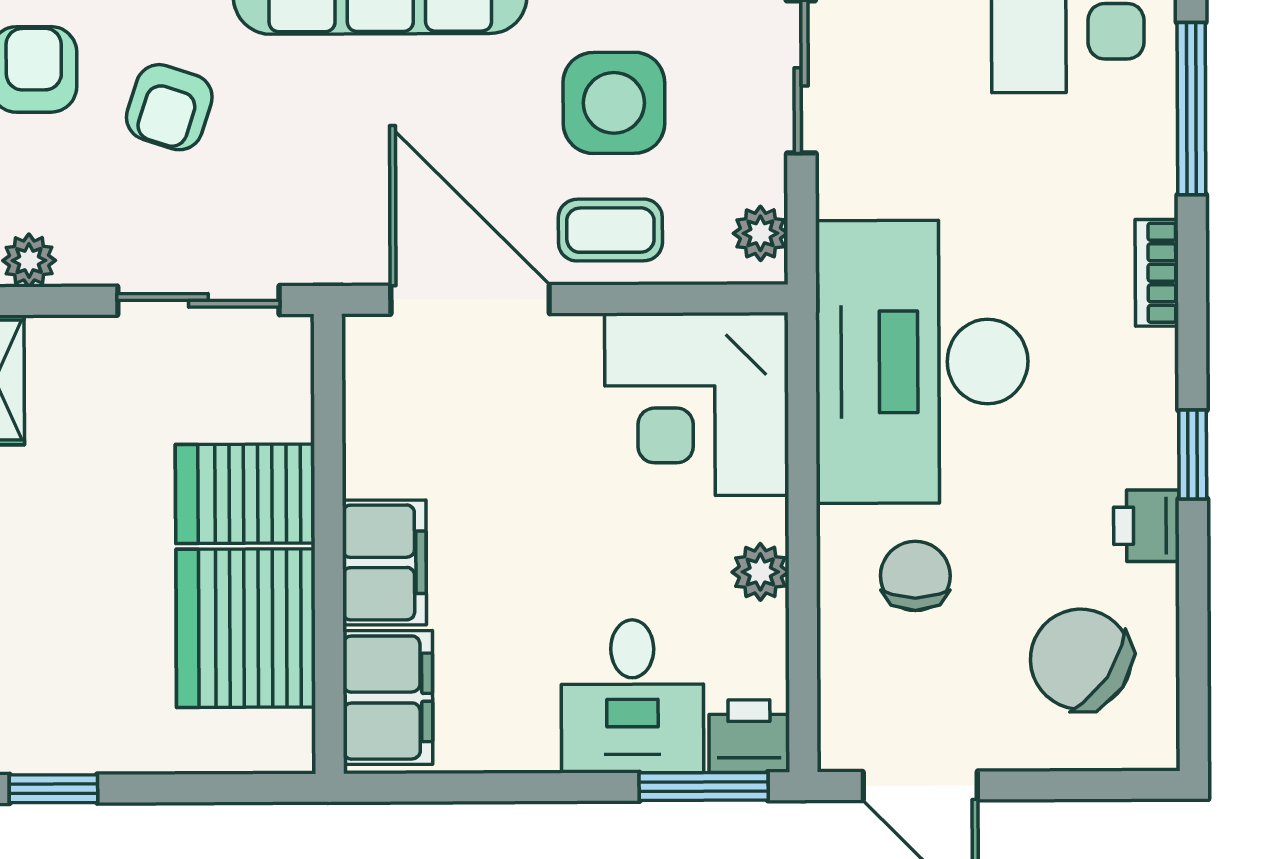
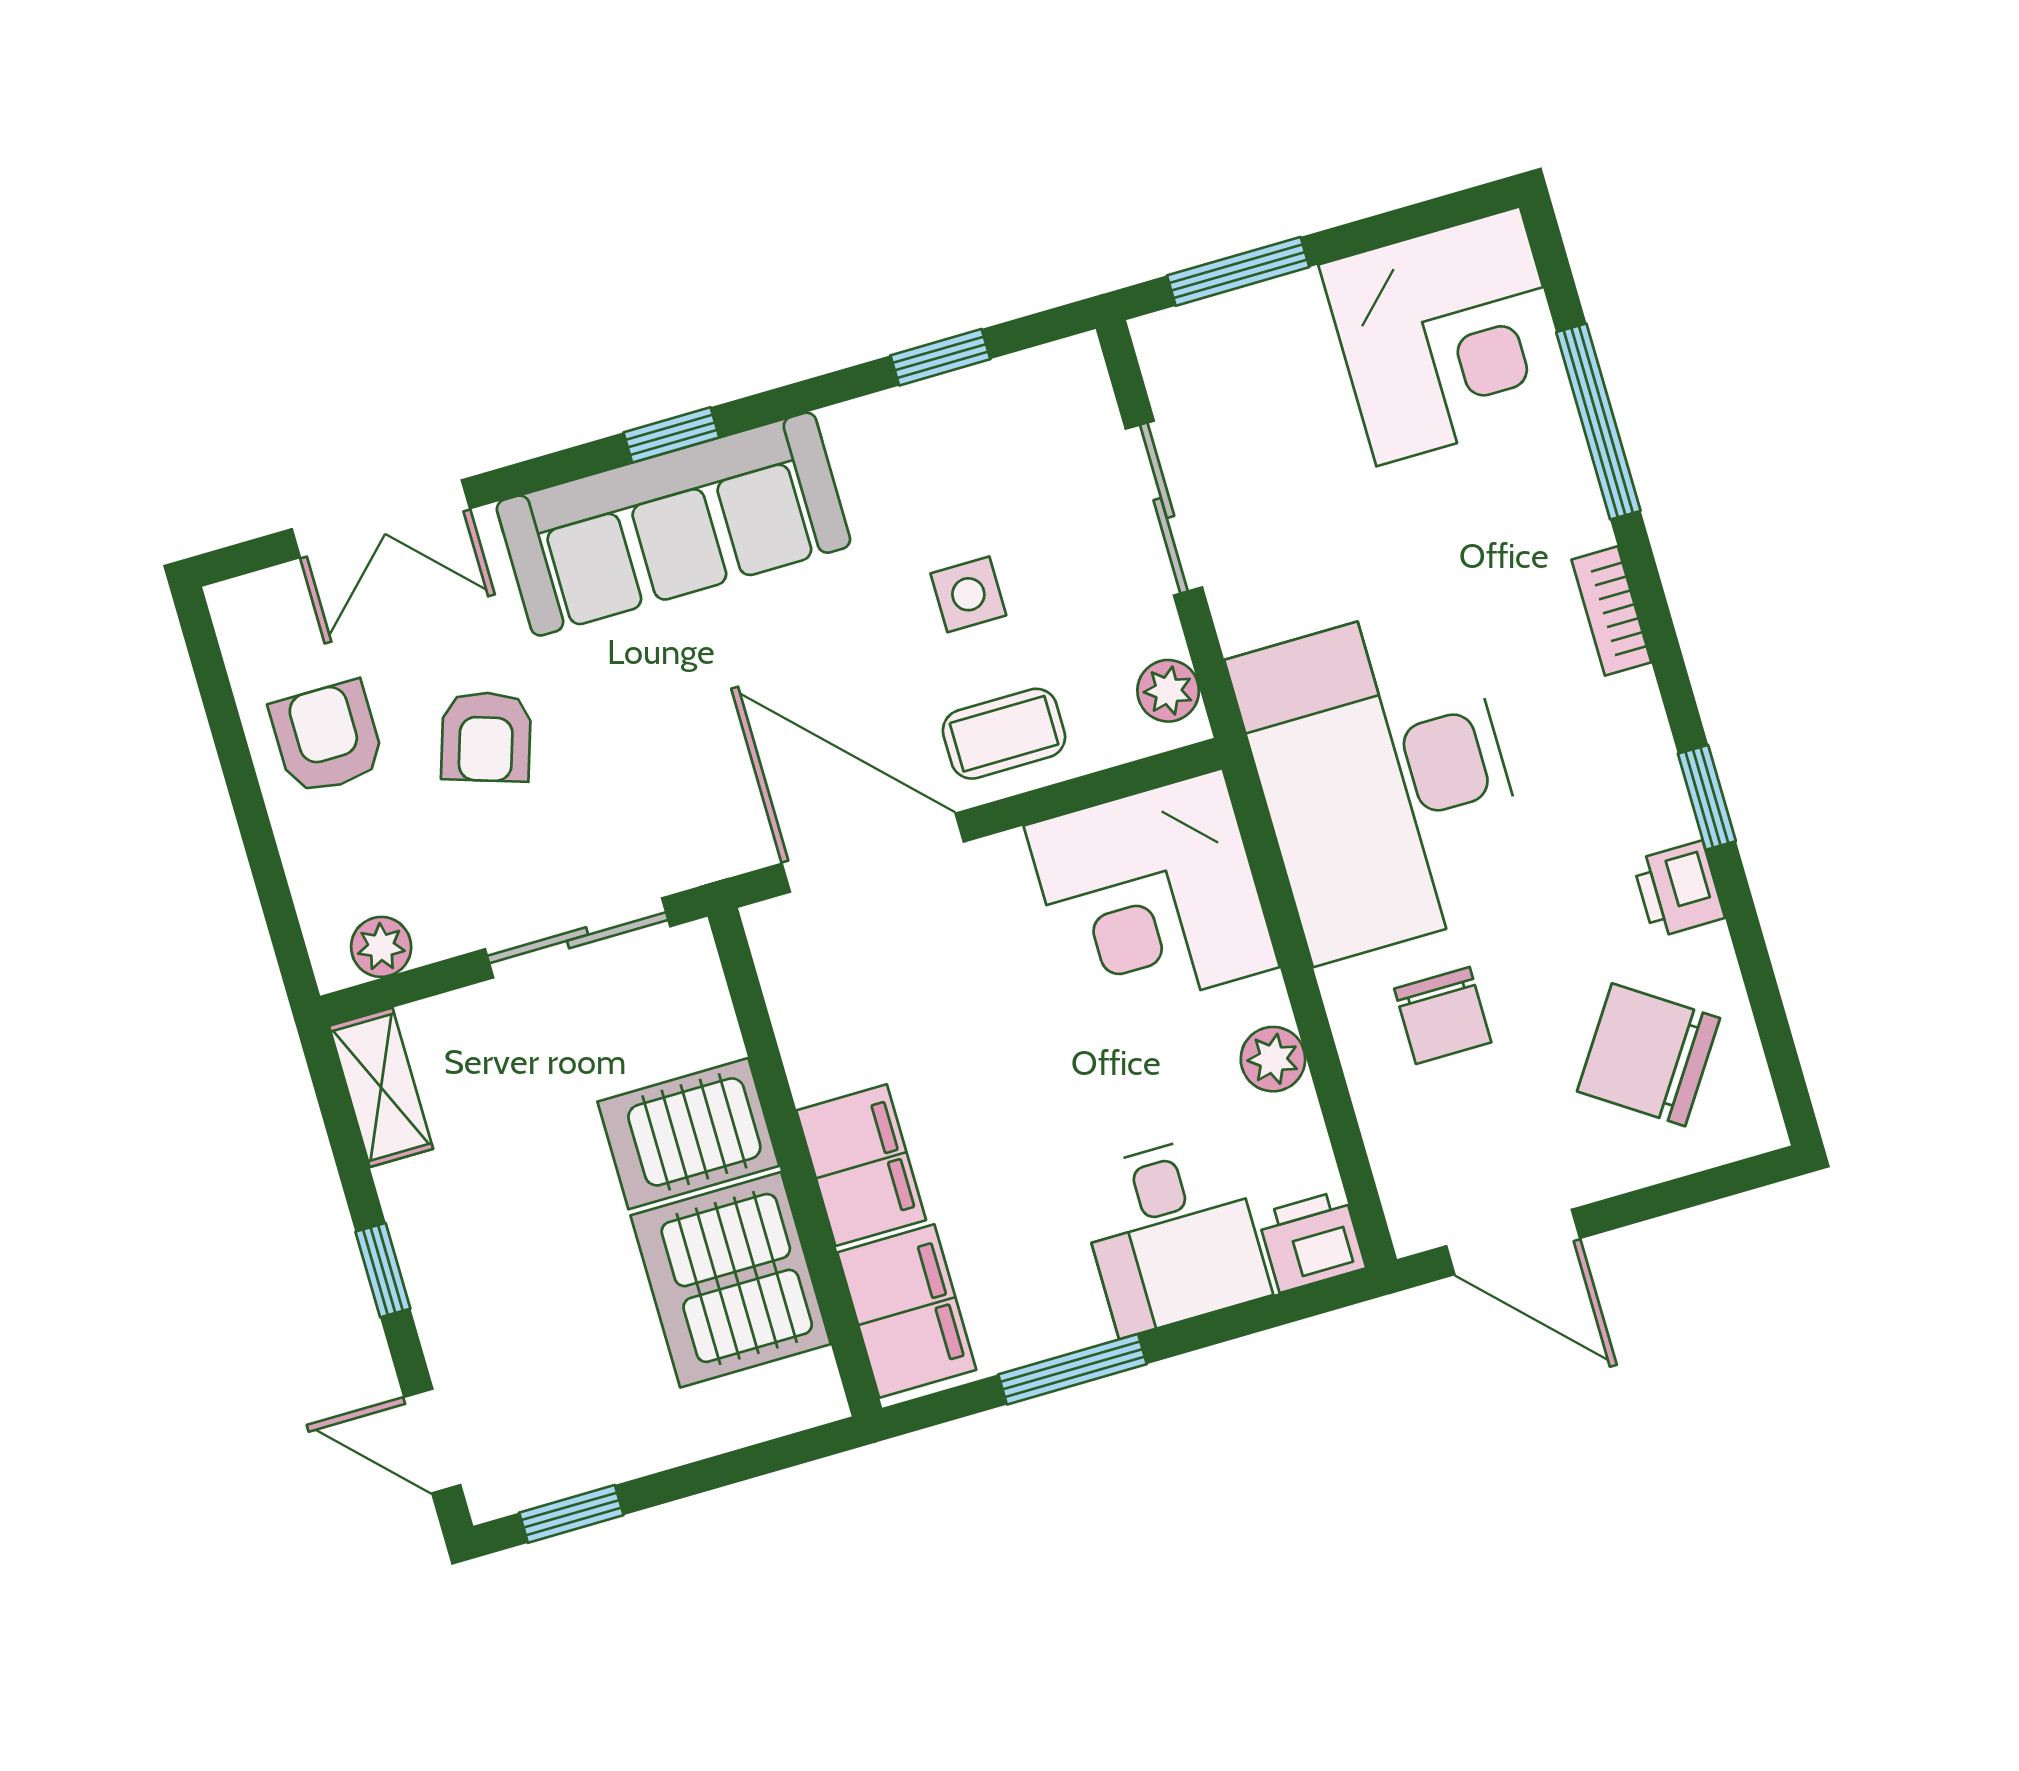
side table: (614, 103) -> (968, 594), width x0.54, depth x0.54
chair: (915, 576) -> (1443, 1015), turned 180
window: (704, 787) -> (1073, 1369), moved

